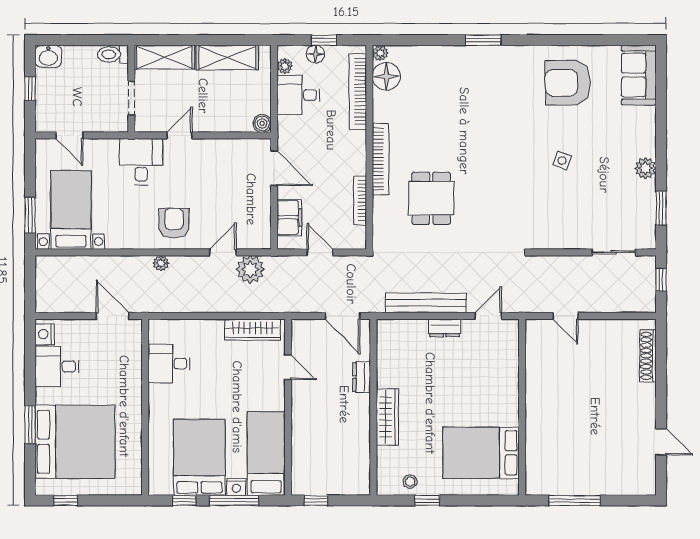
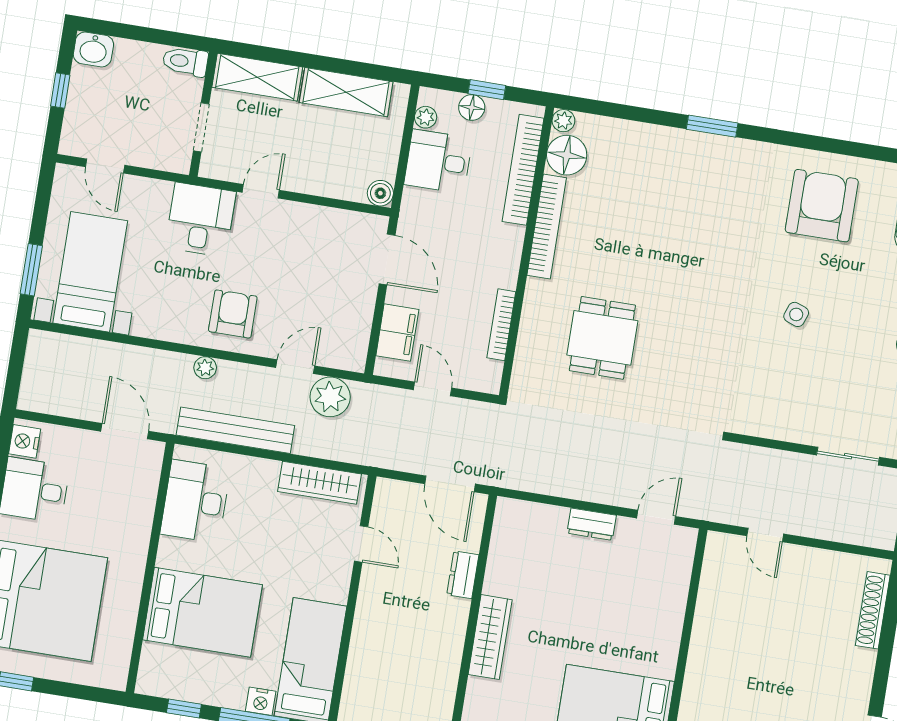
armchair: (568, 83) -> (822, 206), turned 91
bookcase: (381, 159) -> (547, 226), moved
bench: (426, 303) -> (235, 430), moved
desk: (169, 364) -> (195, 501), width x1.37
bed: (199, 457) -> (202, 612), moved, turned 90

